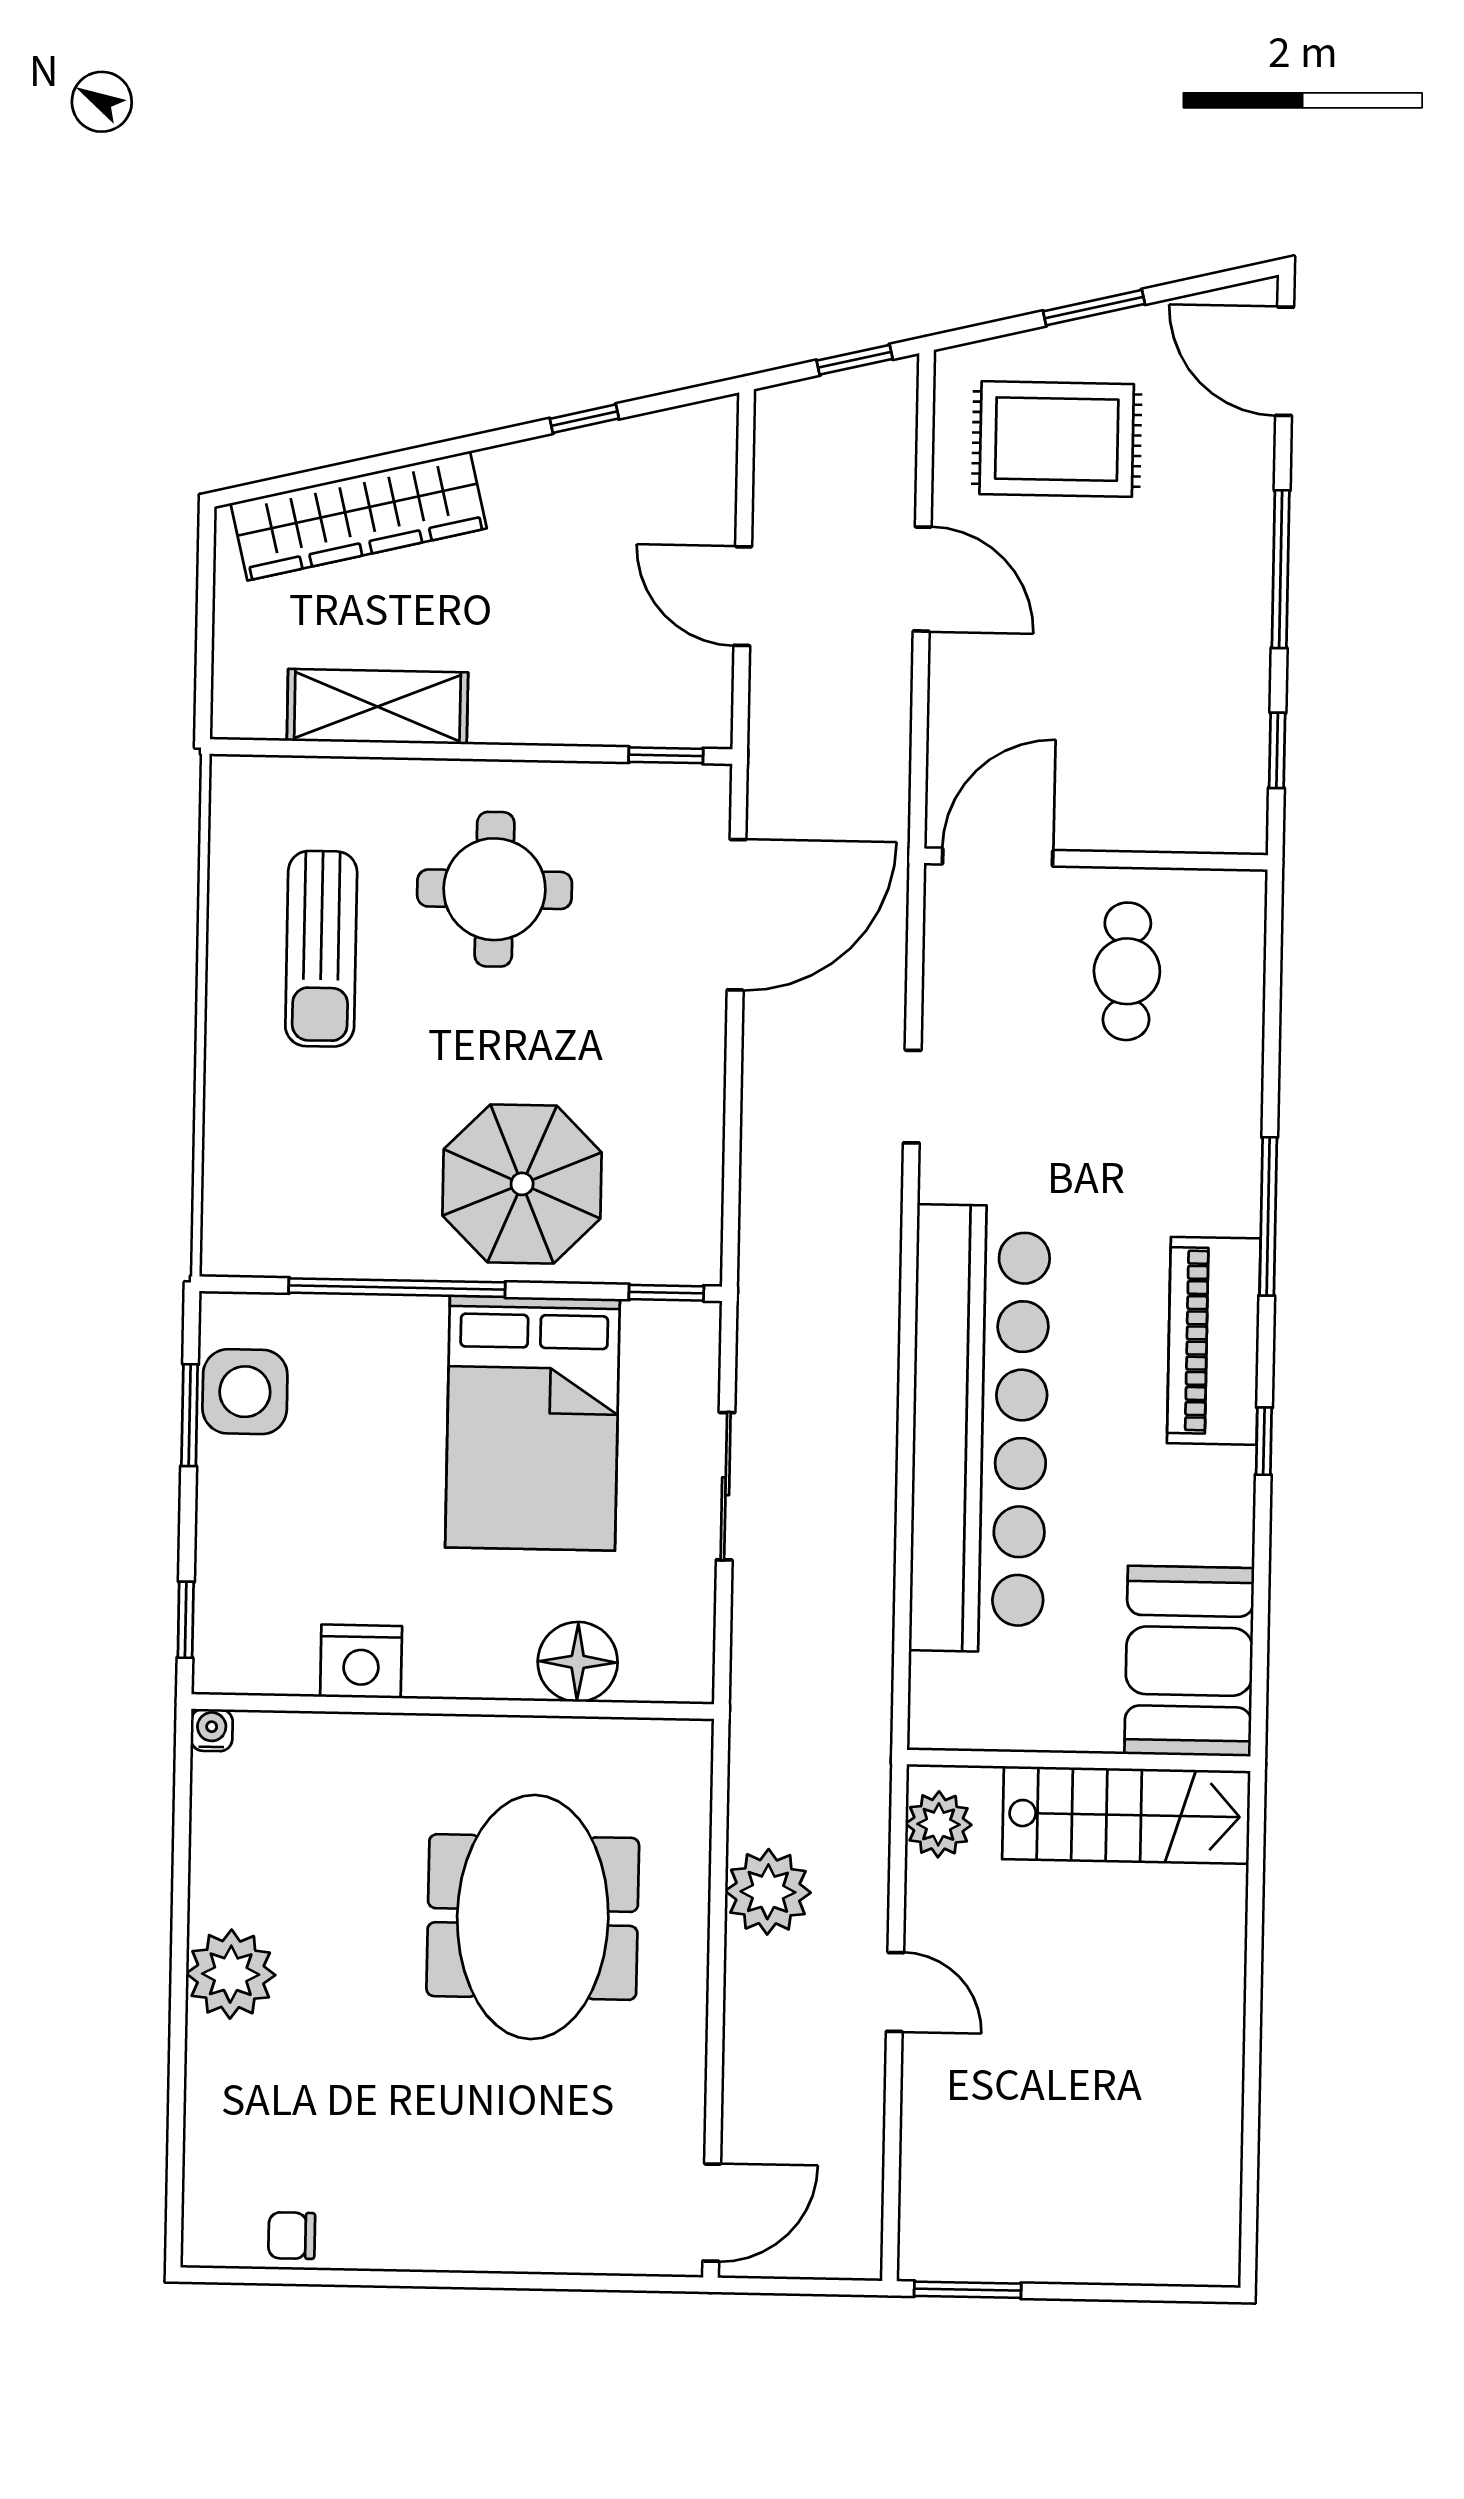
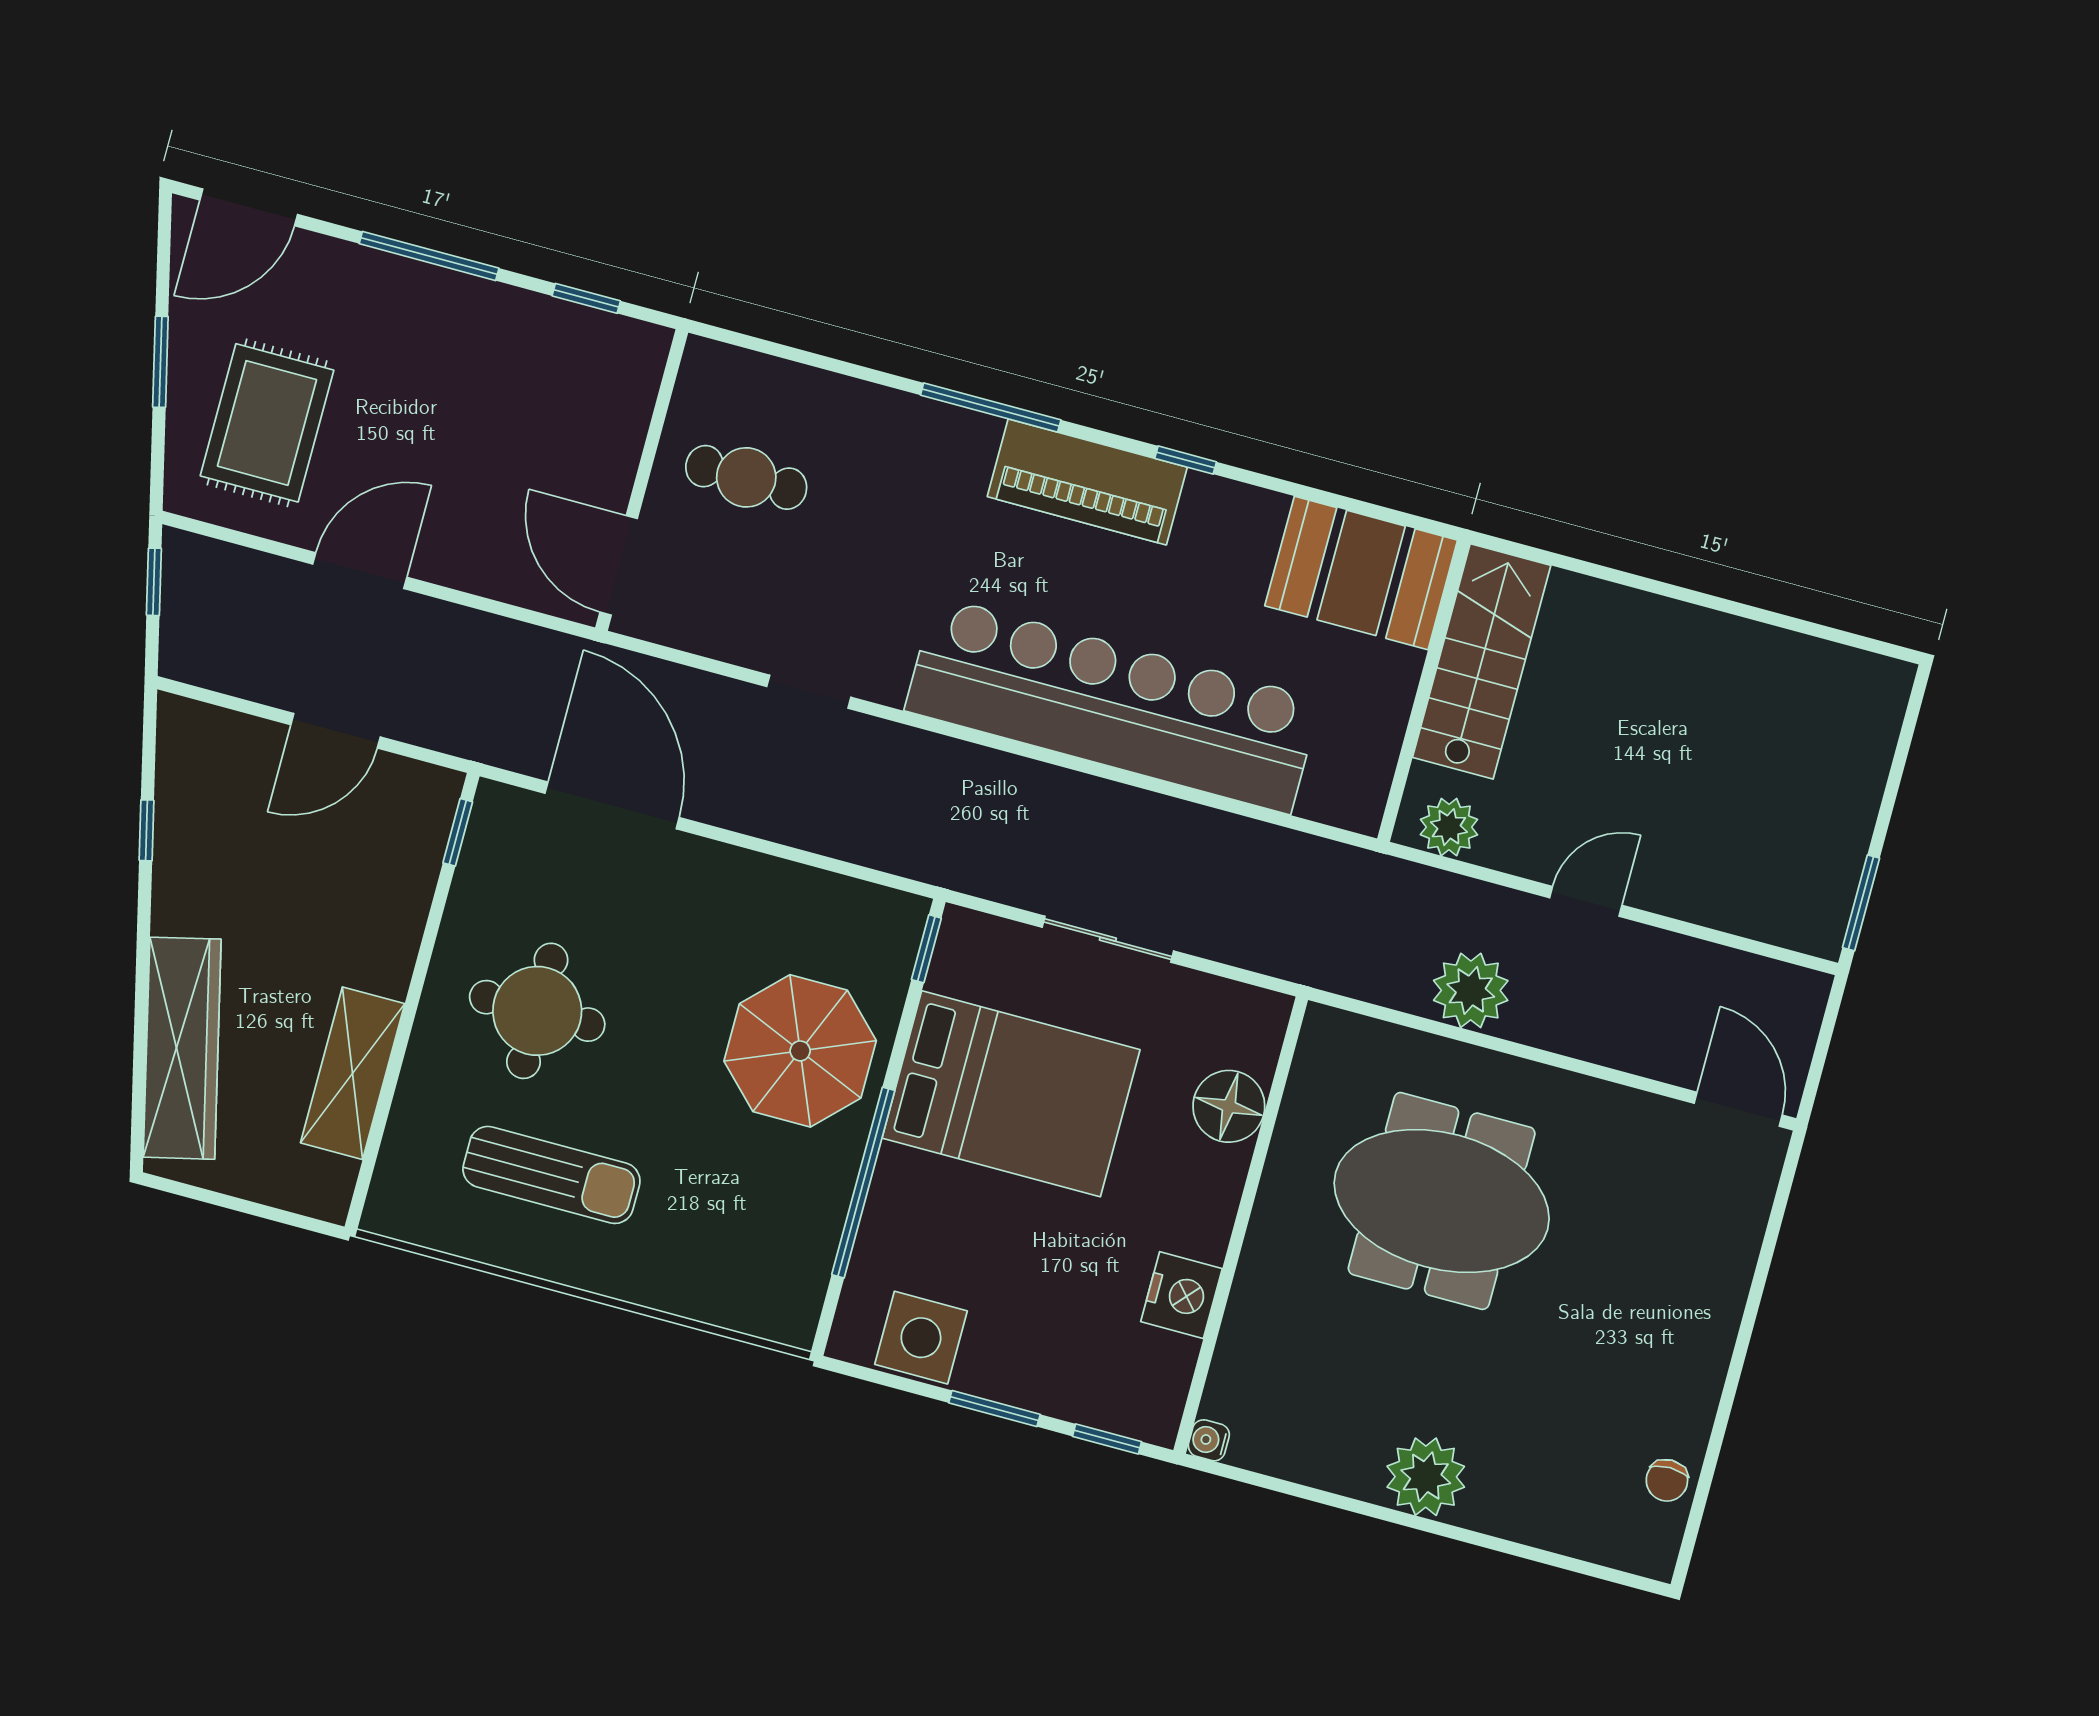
window: (190, 1415) -> (994, 1409), moved

